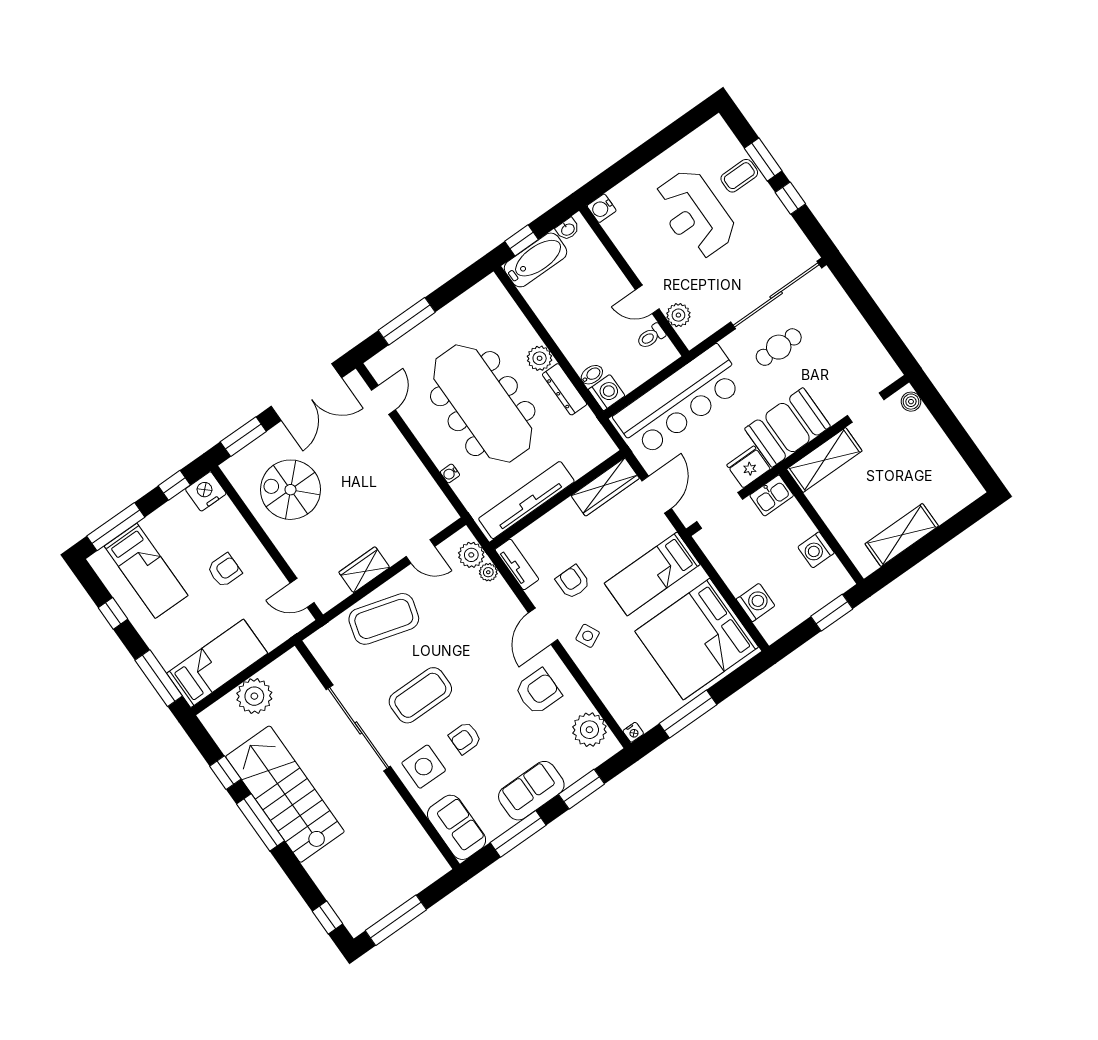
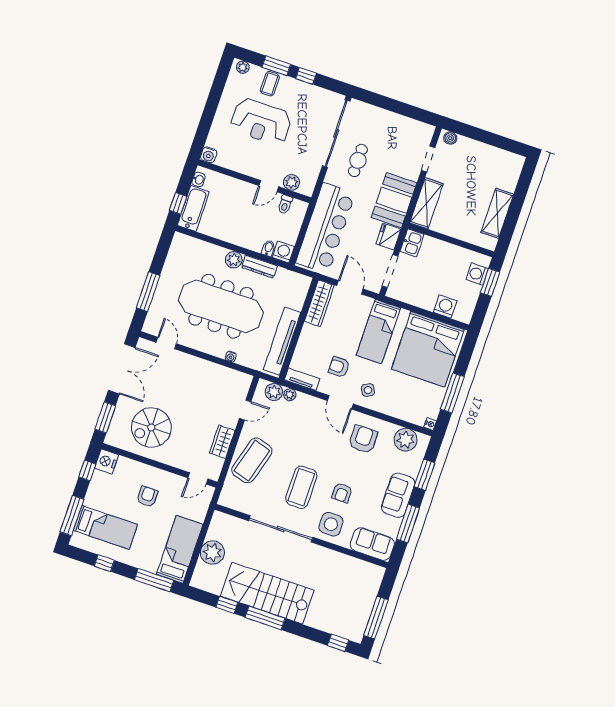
plant: (721, 132) -> (243, 67), added
washing machine: (816, 550) -> (477, 274), moved, turned 90

